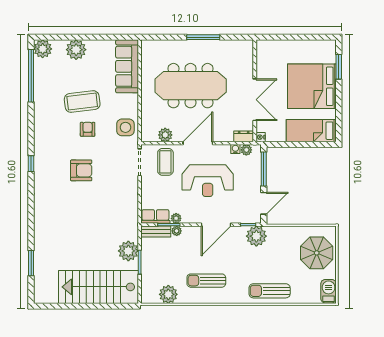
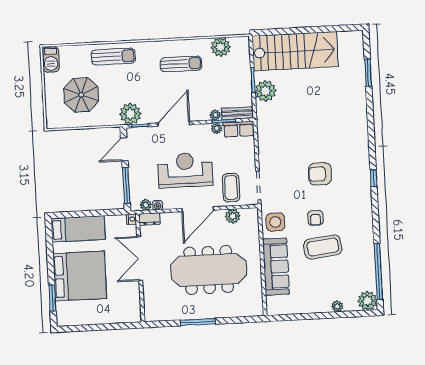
plant: (76, 50) -> (337, 306), width x0.53, depth x0.53
sofa: (127, 66) -> (276, 267), moved
parasol: (317, 253) -> (81, 95), moved

